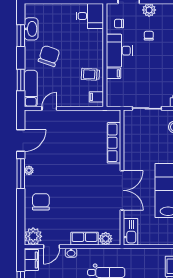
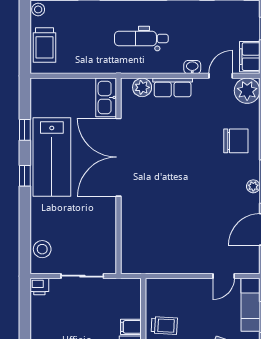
filing cabinet: (96, 97) -> (156, 293), removed
row of seats: (114, 143) -> (130, 226), removed
double door: (122, 190) -> (118, 157), width x1.36
chair: (41, 202) -> (236, 141), turned -90

